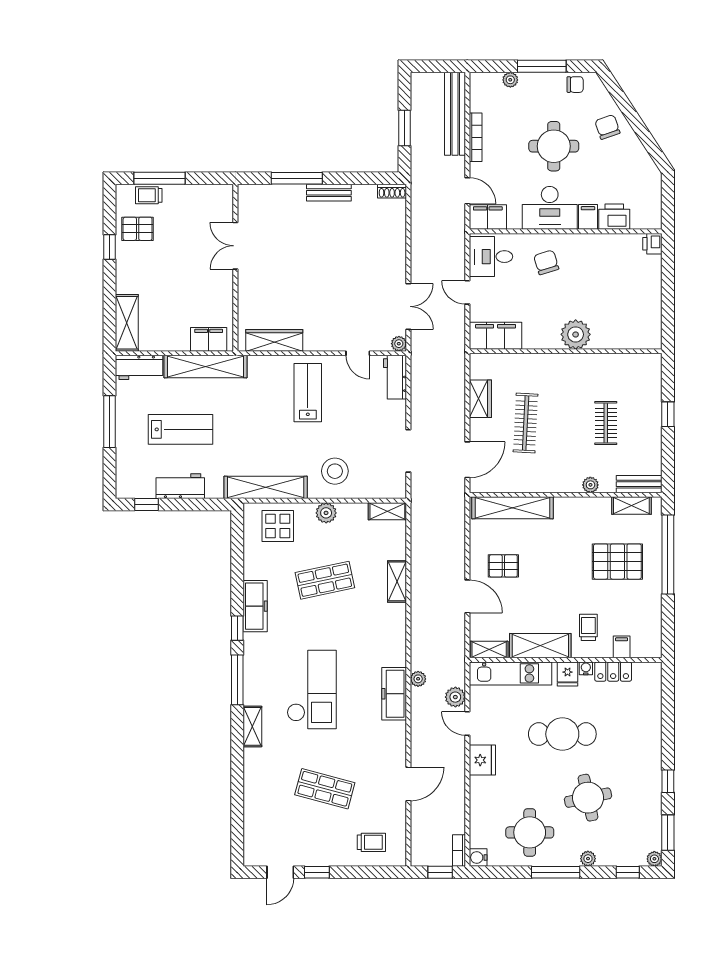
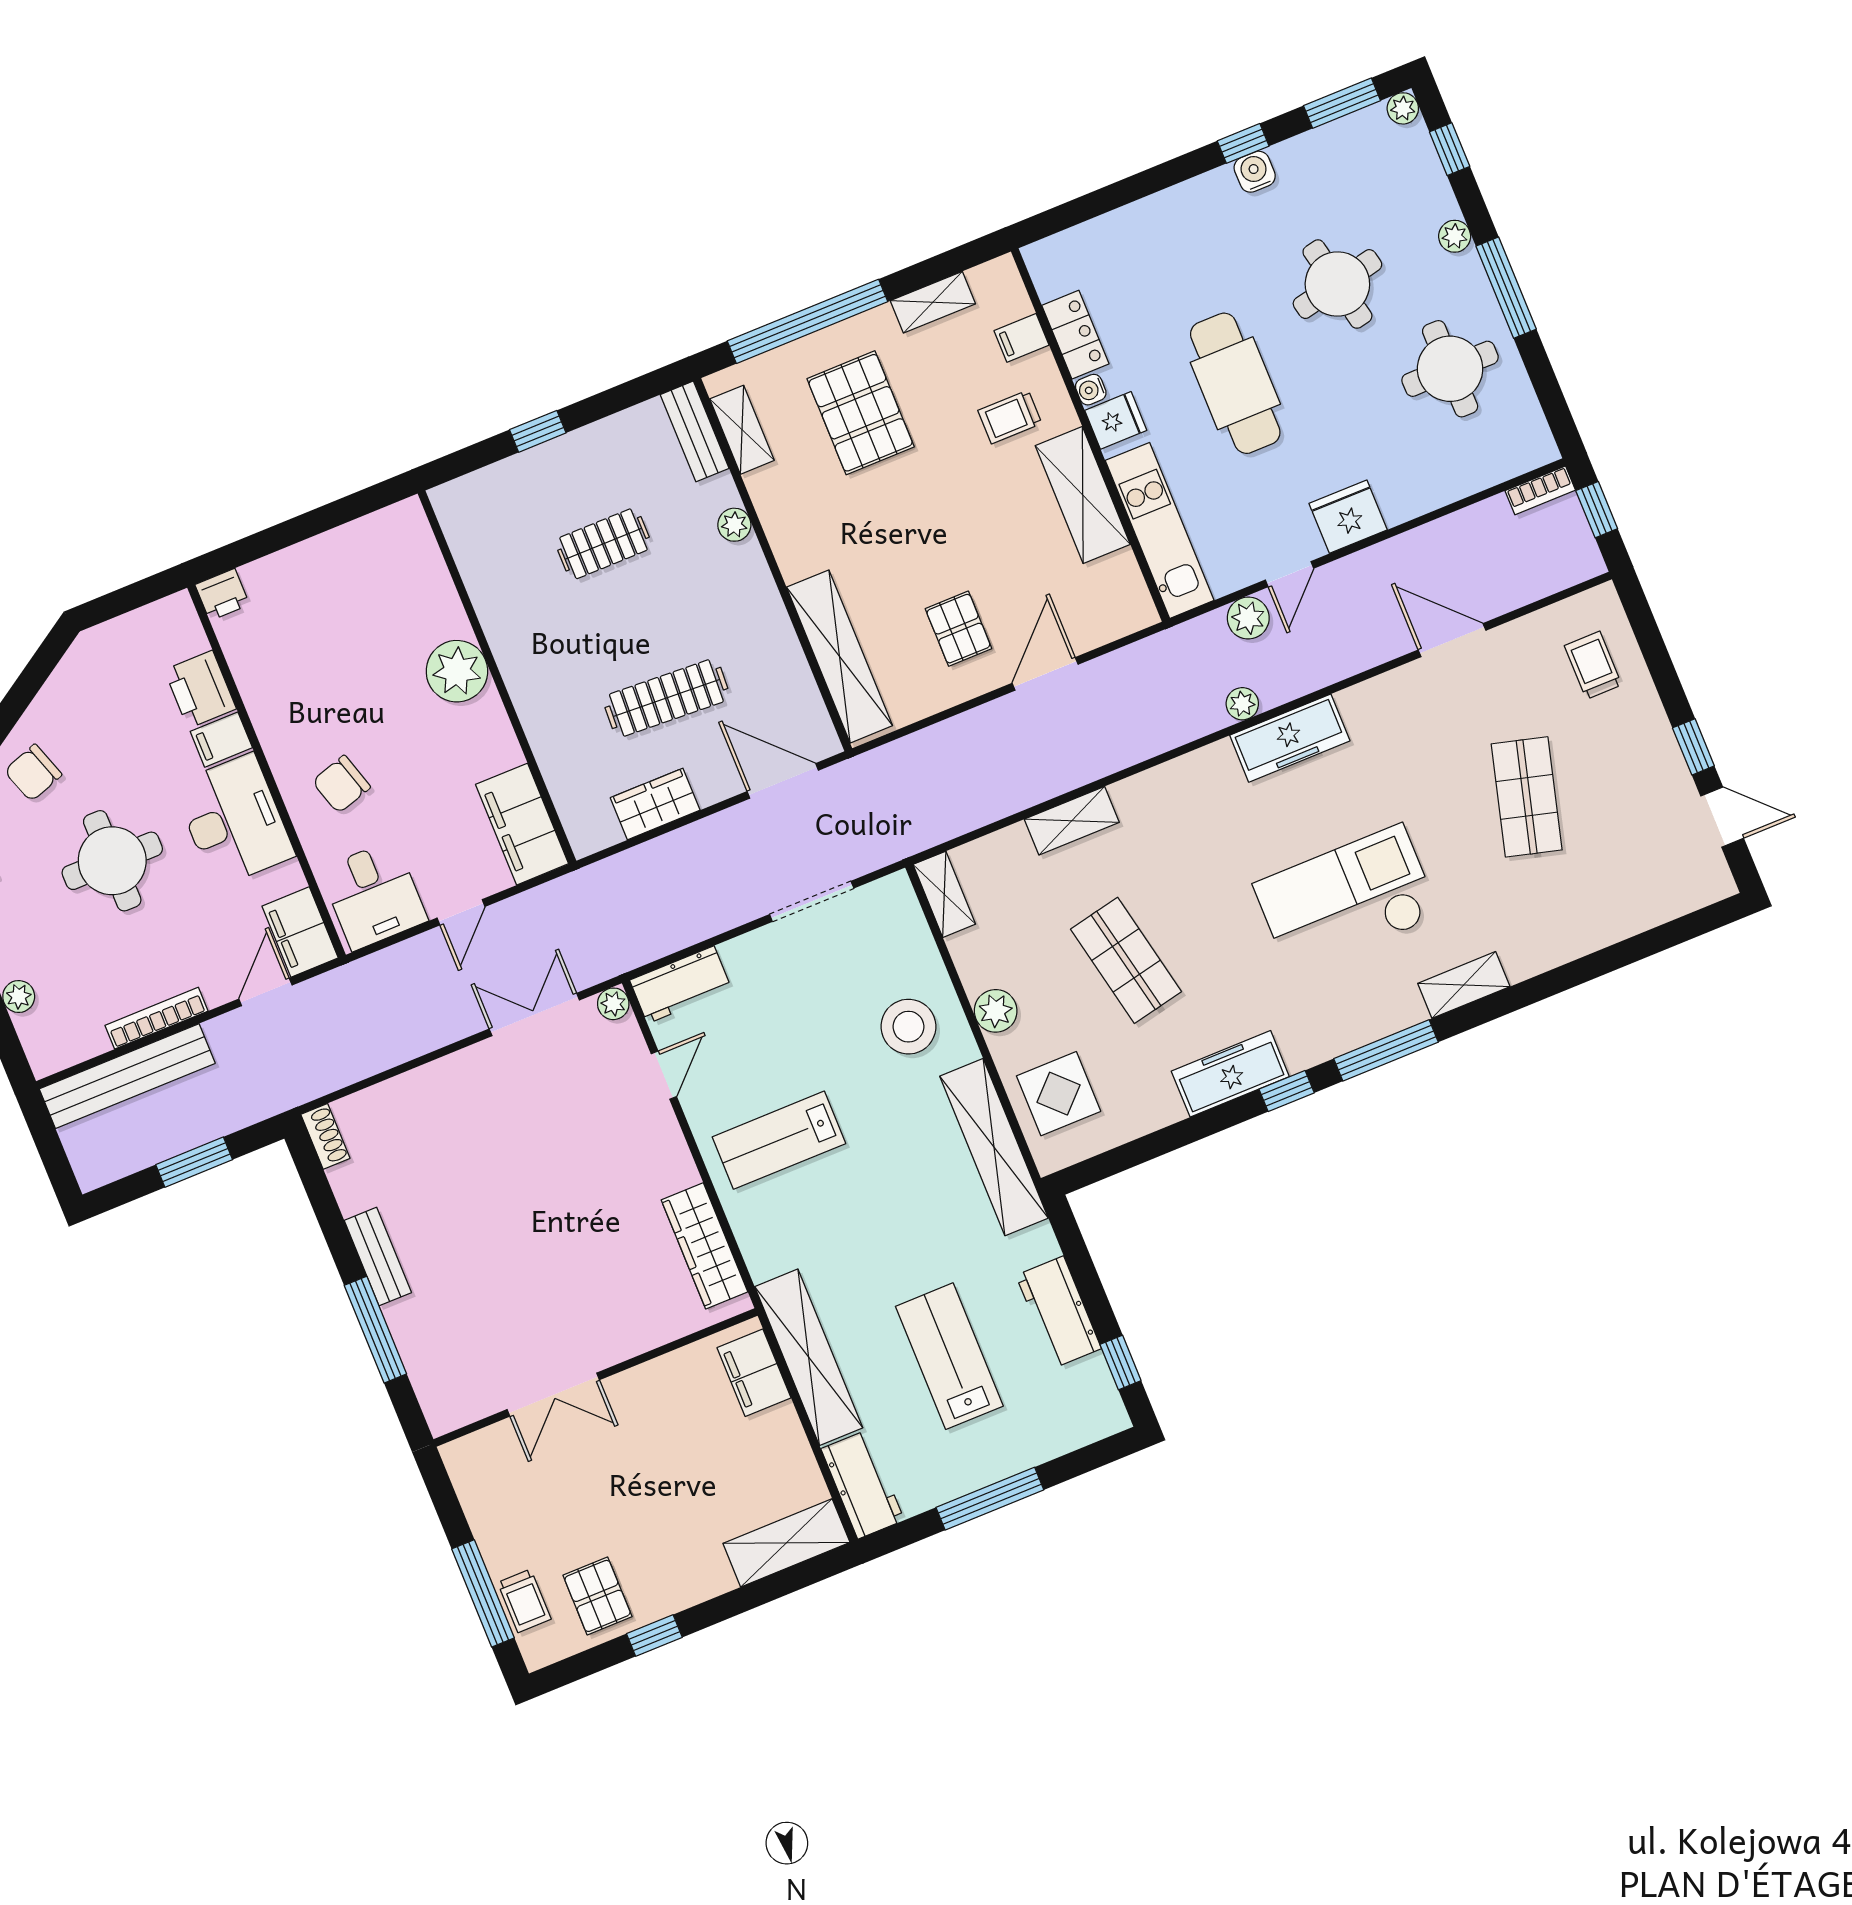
shelving: (489, 649) -> (933, 302), moved, turned 90
water cooler: (478, 858) -> (1255, 172), moved, turned 180

